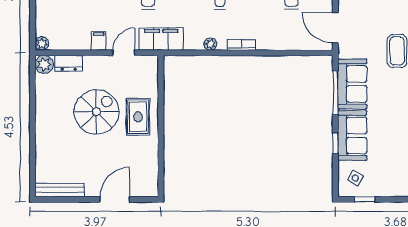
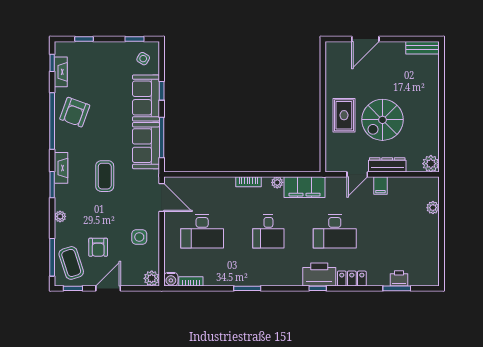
filing cabinet: (161, 39) -> (305, 187), moved
plant: (42, 43) -> (433, 208), moved
dresser: (69, 63) -> (387, 165), moved, width x1.44
bench: (60, 190) -> (423, 48), width x0.73

